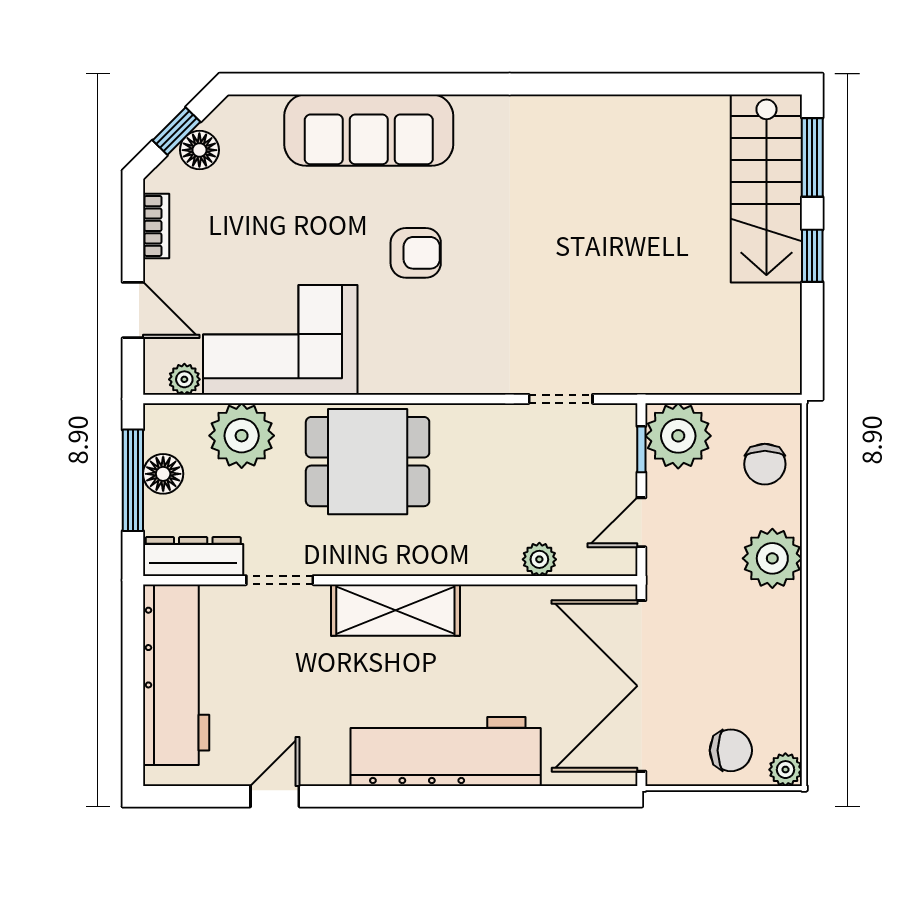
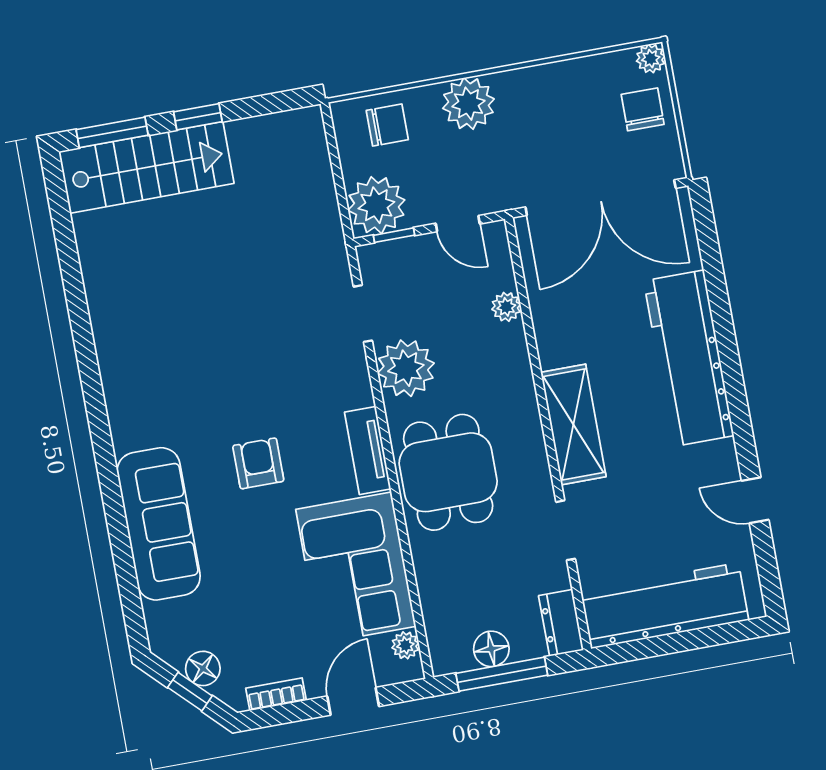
tv unit: (408, 377) -> (368, 451), added
plant: (242, 436) -> (406, 368), moved
dresser: (193, 556) -> (561, 623), width x0.70

